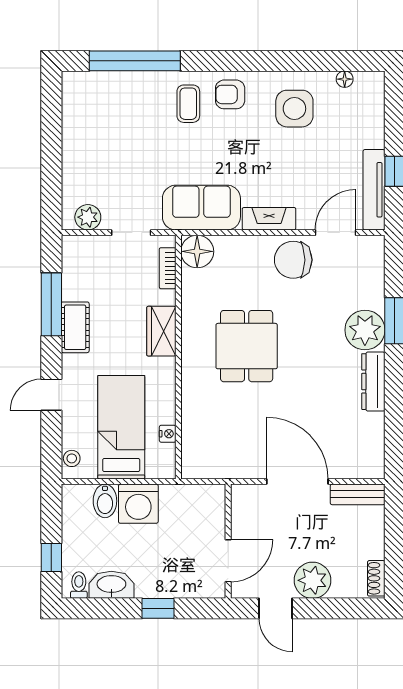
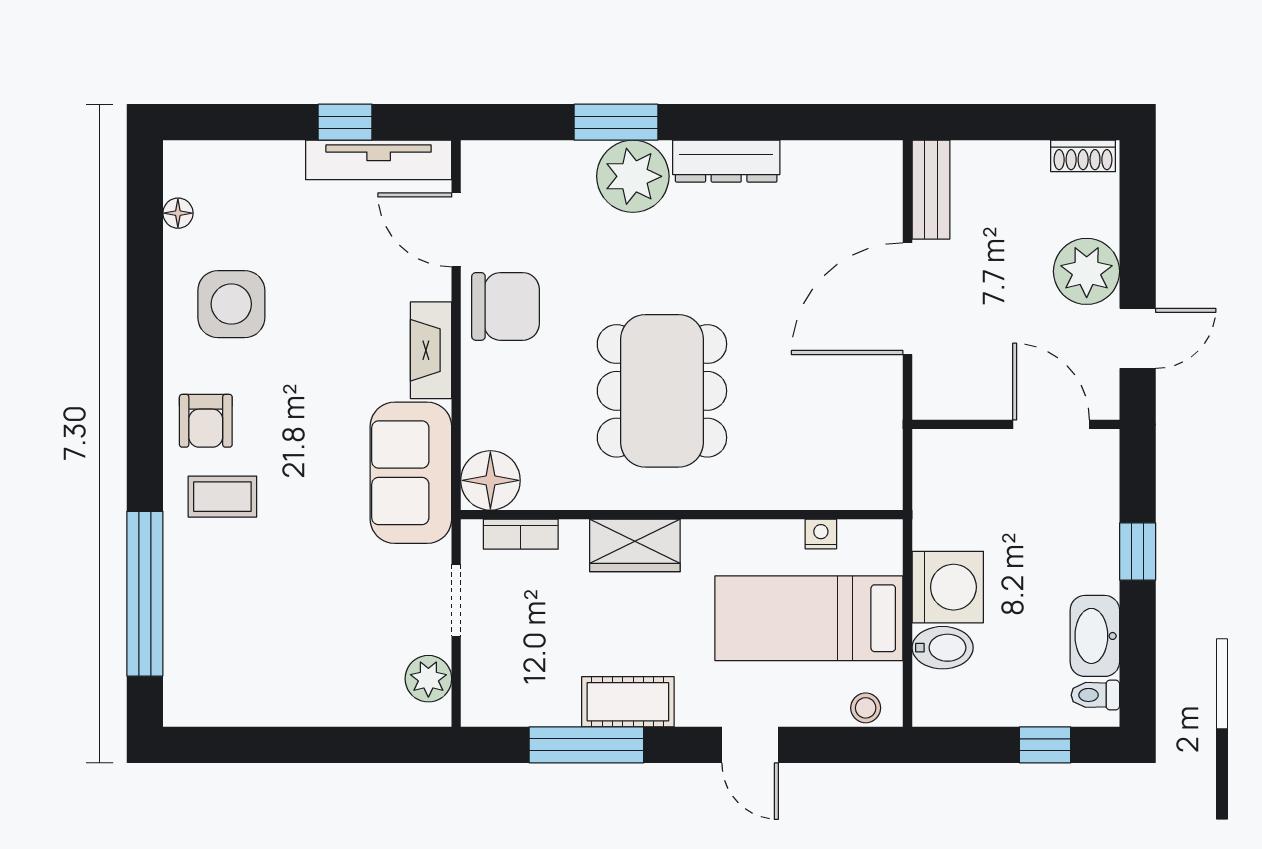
chair: (293, 260) -> (505, 306), turned -90
dining table: (247, 346) -> (662, 391), width x1.38

